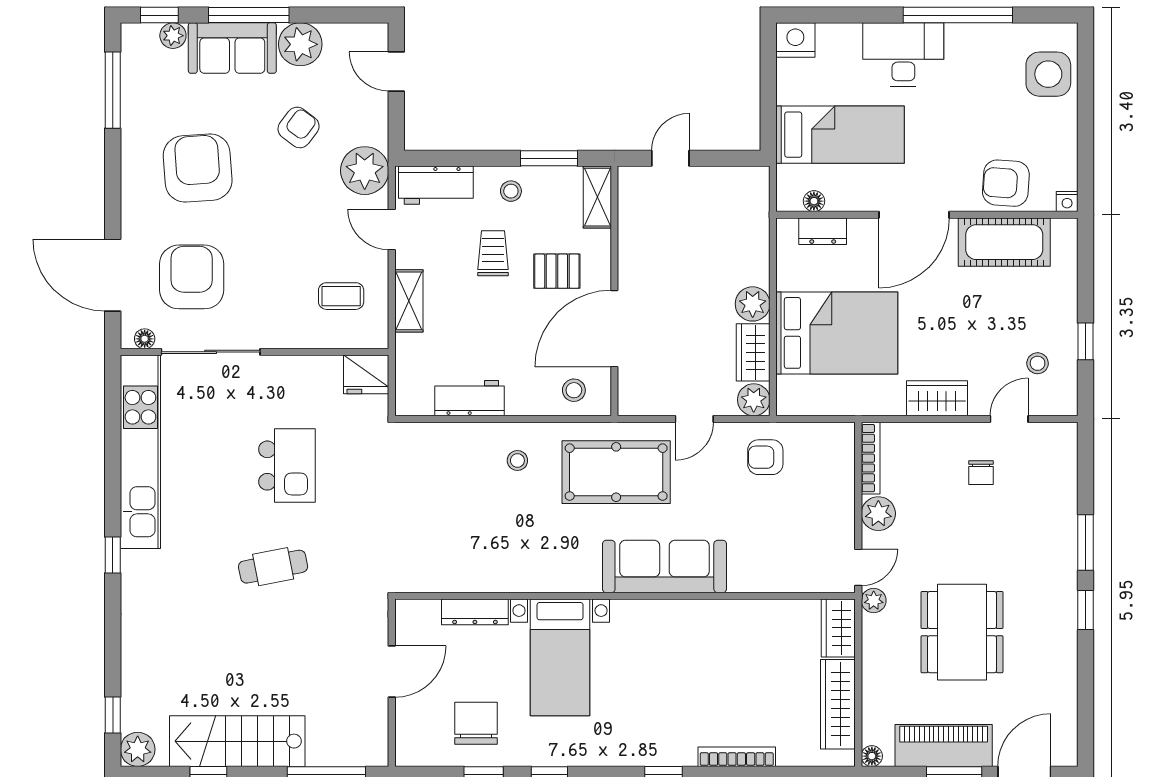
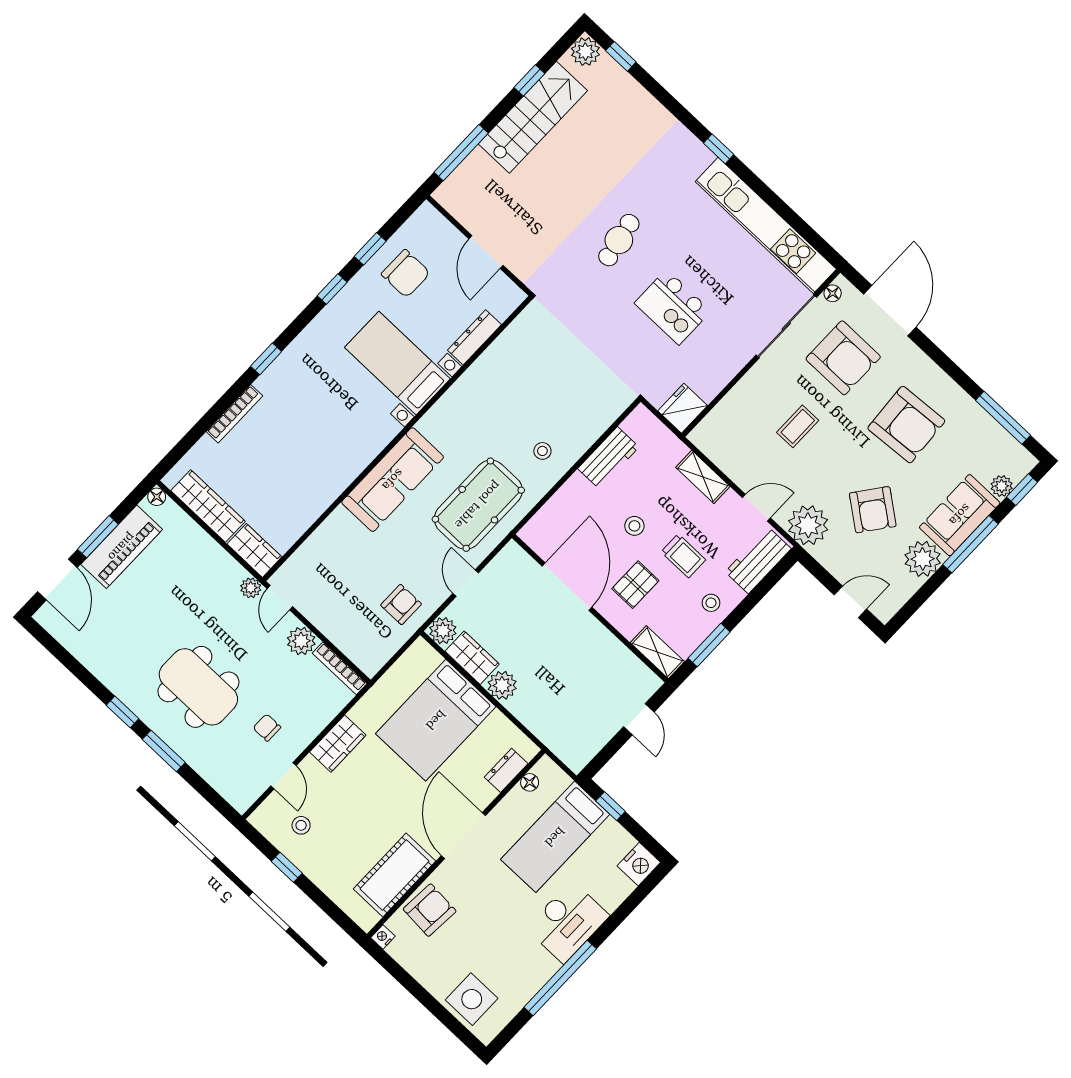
window: (768, 112) -> (611, 806), added
armchair: (299, 127) -> (873, 510), width x1.38, depth x1.38
door: (113, 275) -> (890, 311), hinge flipped
coffee table: (341, 296) -> (798, 426), moved
stool: (574, 390) -> (634, 526), moved
dining table: (962, 632) -> (198, 687), moved

